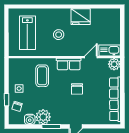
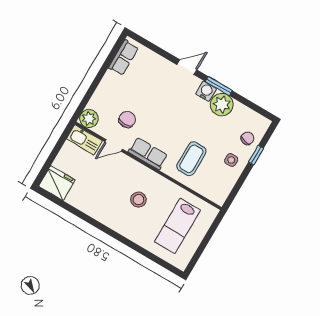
fridge: (81, 17) -> (57, 183), moved
lab bench: (27, 33) -> (178, 226), turned 180
chair: (77, 89) -> (127, 119), moved
row of seats: (115, 99) -> (123, 58), width x0.50
water cooler: (30, 119) -> (206, 91), moved

